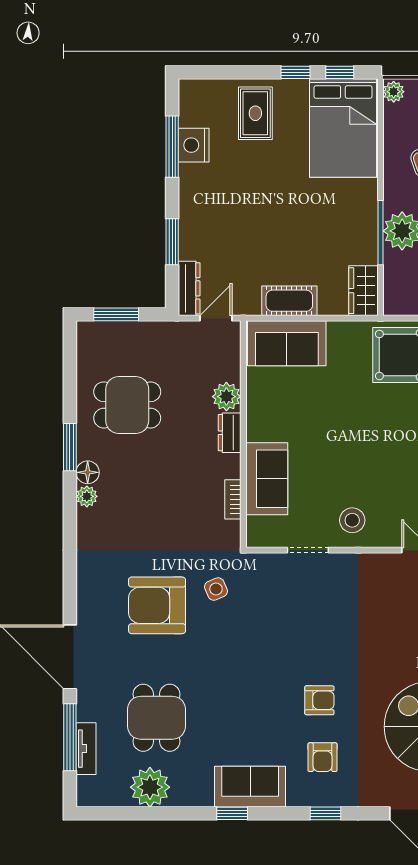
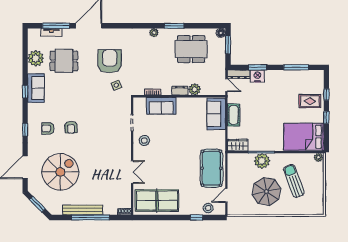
window: (340, 72) -> (326, 95), moved
nightstand: (194, 145) -> (257, 76), moved
dining table: (127, 405) -> (191, 49), width x1.38
floor lamp: (88, 472) -> (221, 33), moved
sofa: (250, 787) -> (36, 88), moved

